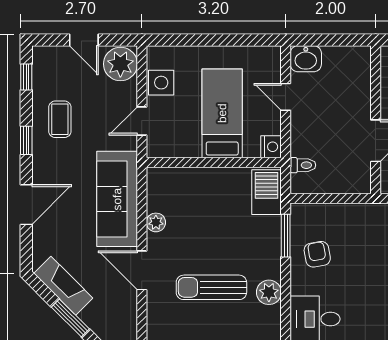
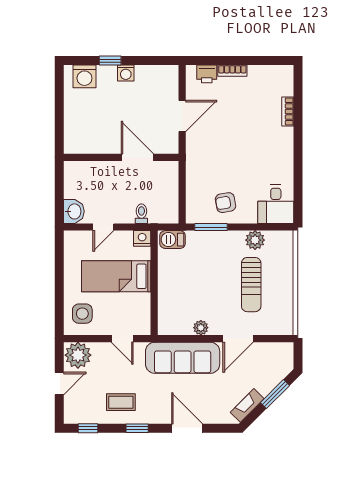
side table: (161, 83) -> (82, 314), moved
toilet: (303, 165) -> (141, 214), moved
barbecue: (266, 192) -> (173, 240), width x0.73, depth x0.79
fireplace: (63, 286) -> (247, 405), width x0.73, depth x0.76

